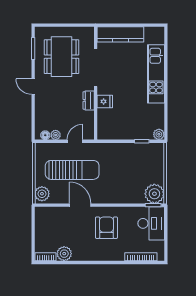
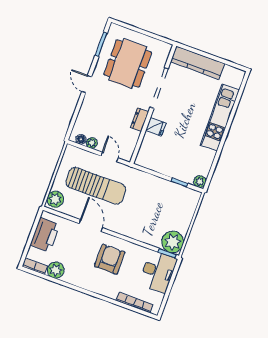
door: (75, 141) -> (110, 157), hinge flipped
printer: (44, 227) -> (45, 235), added

